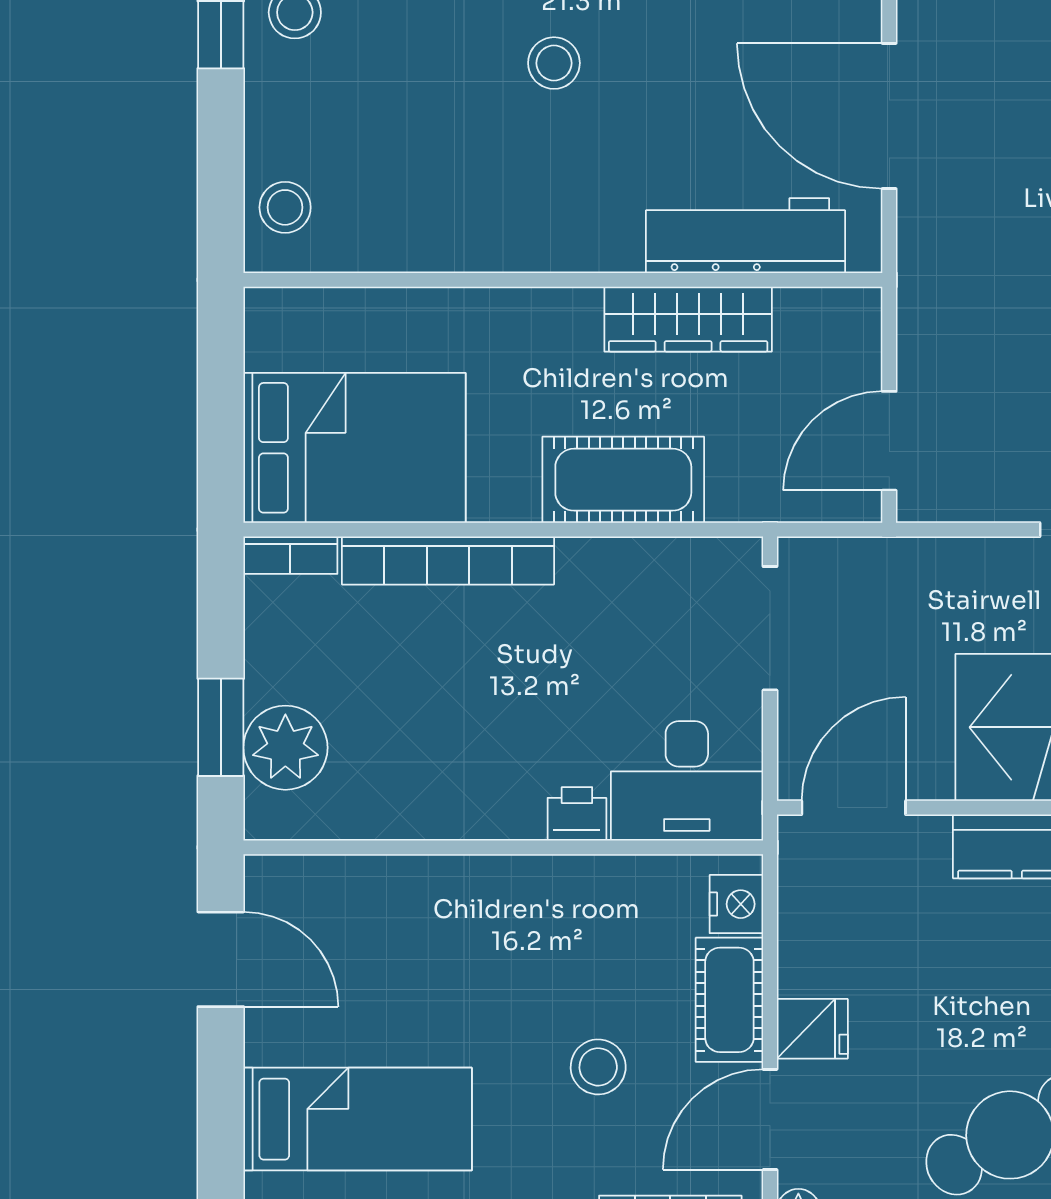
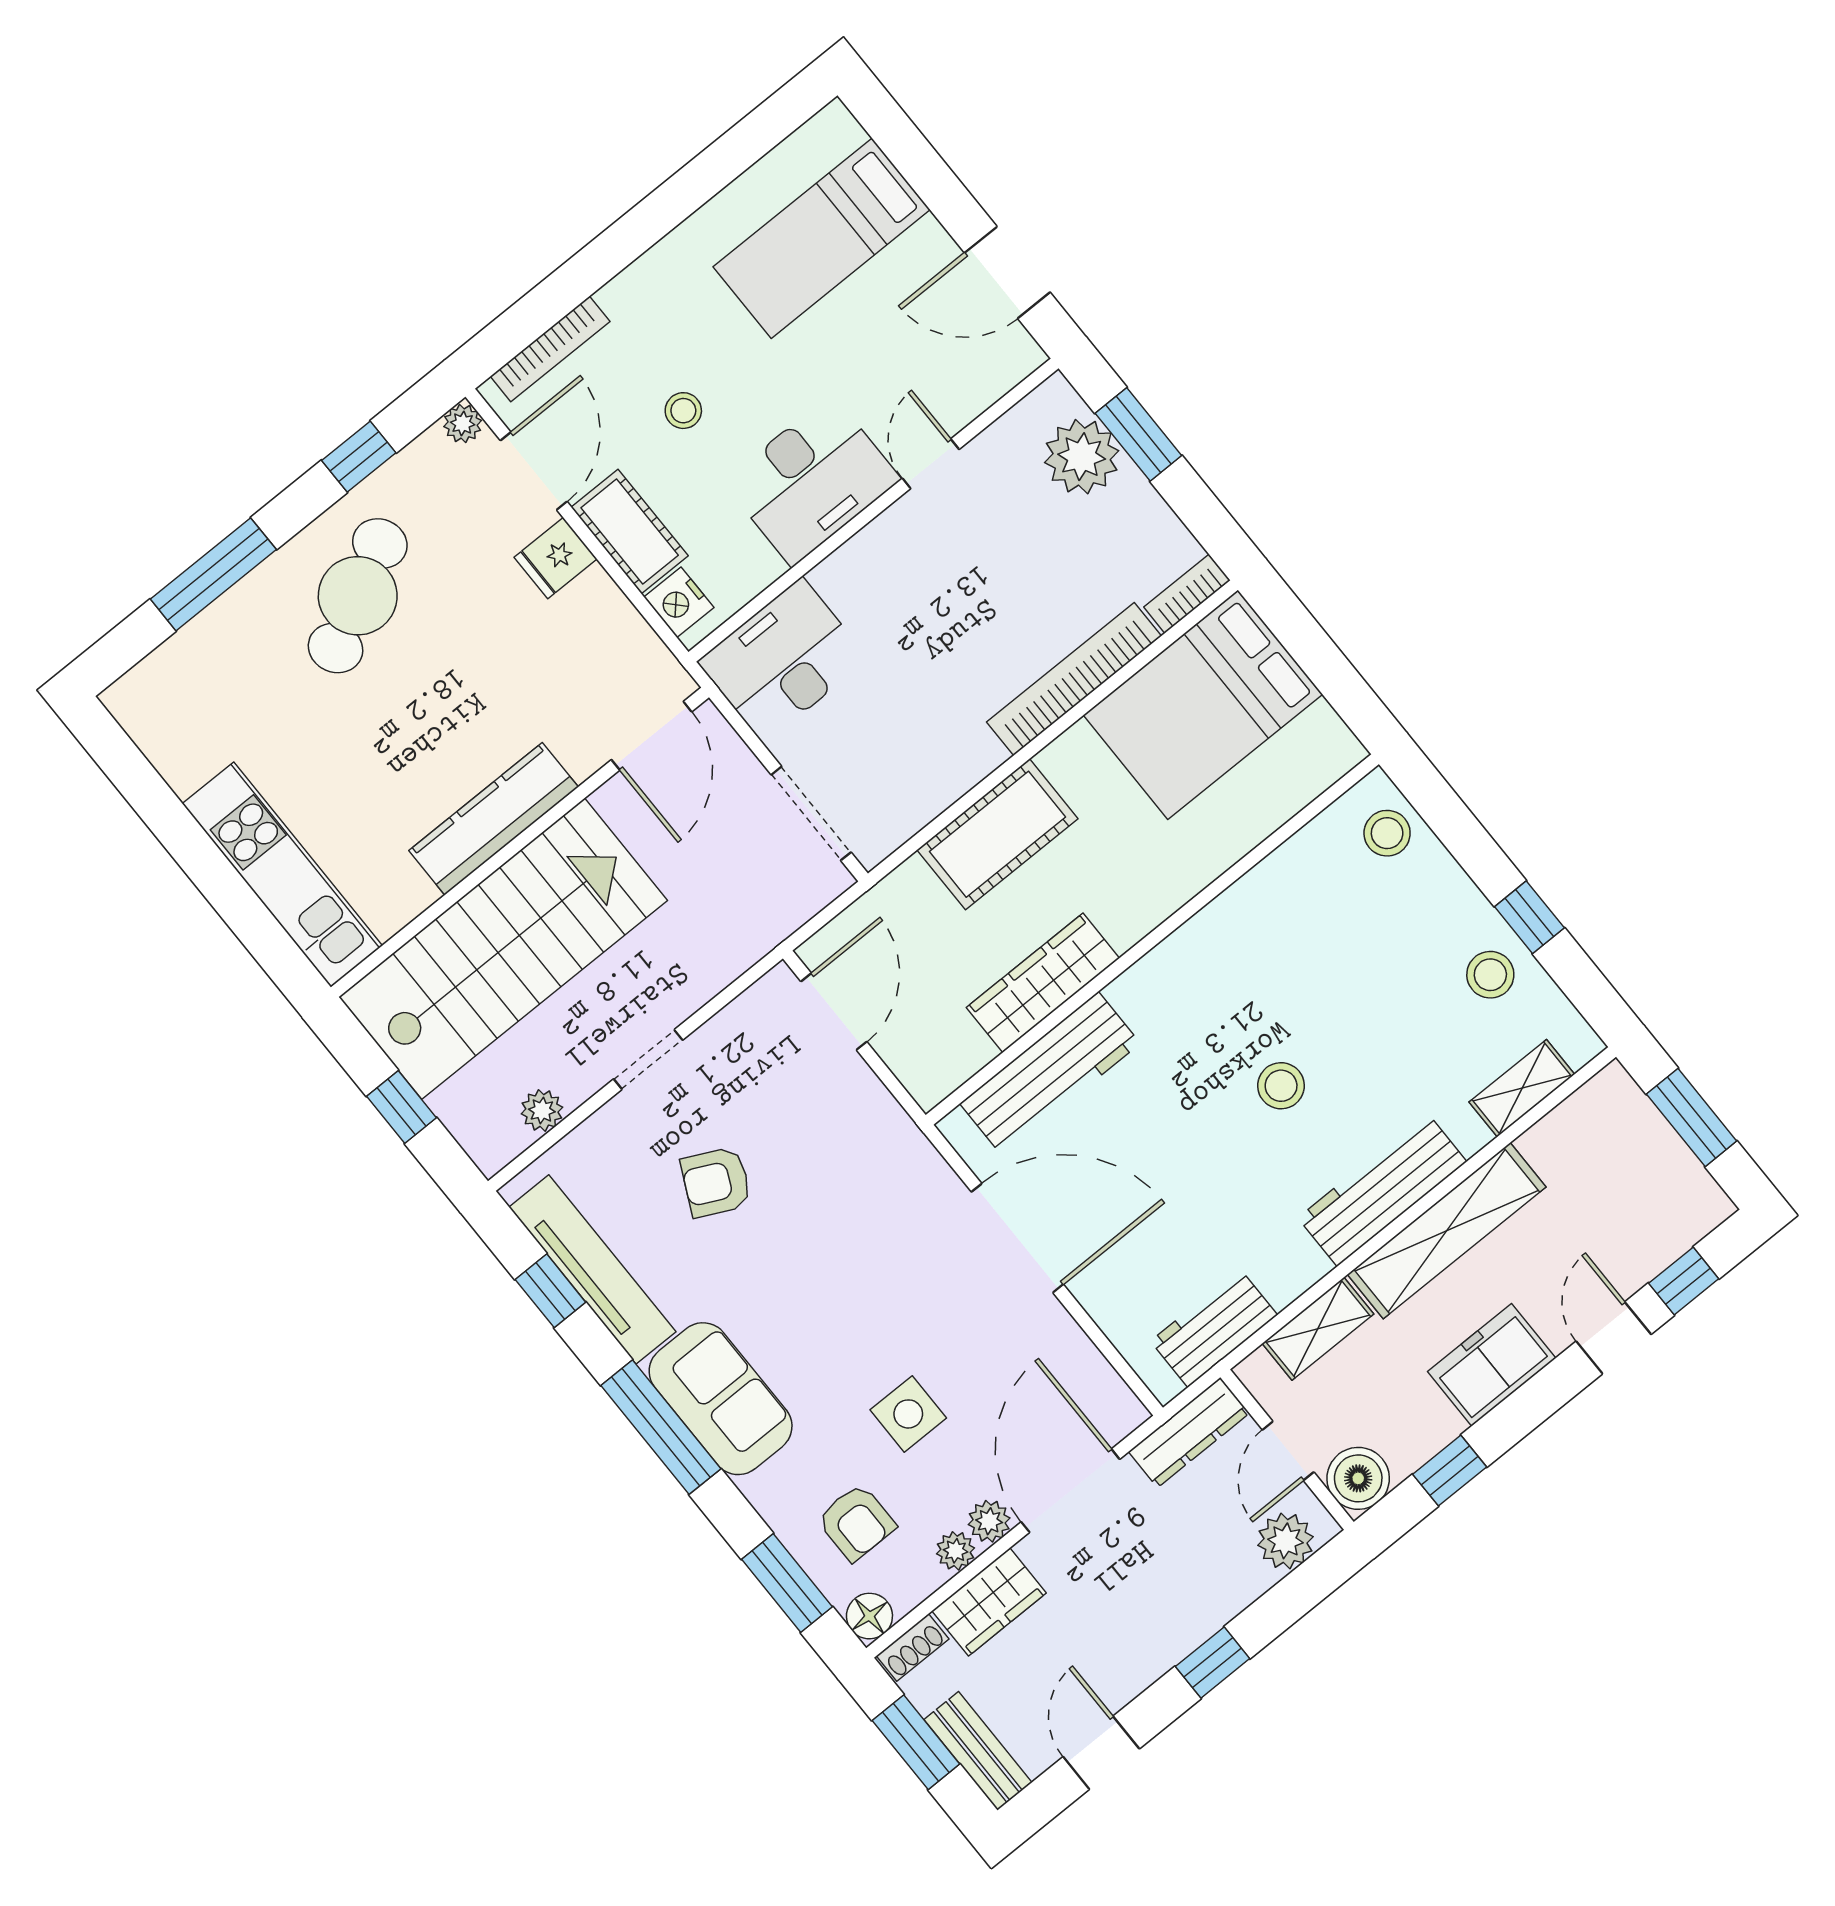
printer: (577, 814) -> (841, 575), removed
door: (421, 847) -> (931, 464), added
desk: (536, 916) -> (812, 480), added
stool: (598, 1067) -> (683, 411), width x0.73, depth x0.73

